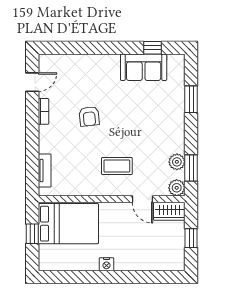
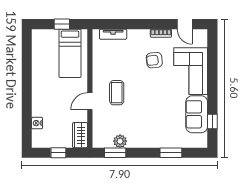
corner sofa: (90, 75) -> (191, 71), added
armchair: (89, 116) -> (154, 60), moved
plant: (177, 188) -> (99, 141), removed
door: (142, 199) -> (90, 101), moved
bed: (68, 224) -> (70, 53), width x0.67
nightstand: (107, 264) -> (37, 123), moved

